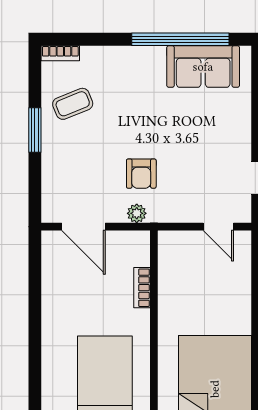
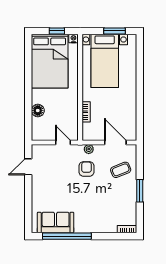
coffee table: (73, 104) -> (121, 170), moved
door: (218, 227) -> (63, 142), moved
floor lamp: (239, 290) -> (38, 111), added

